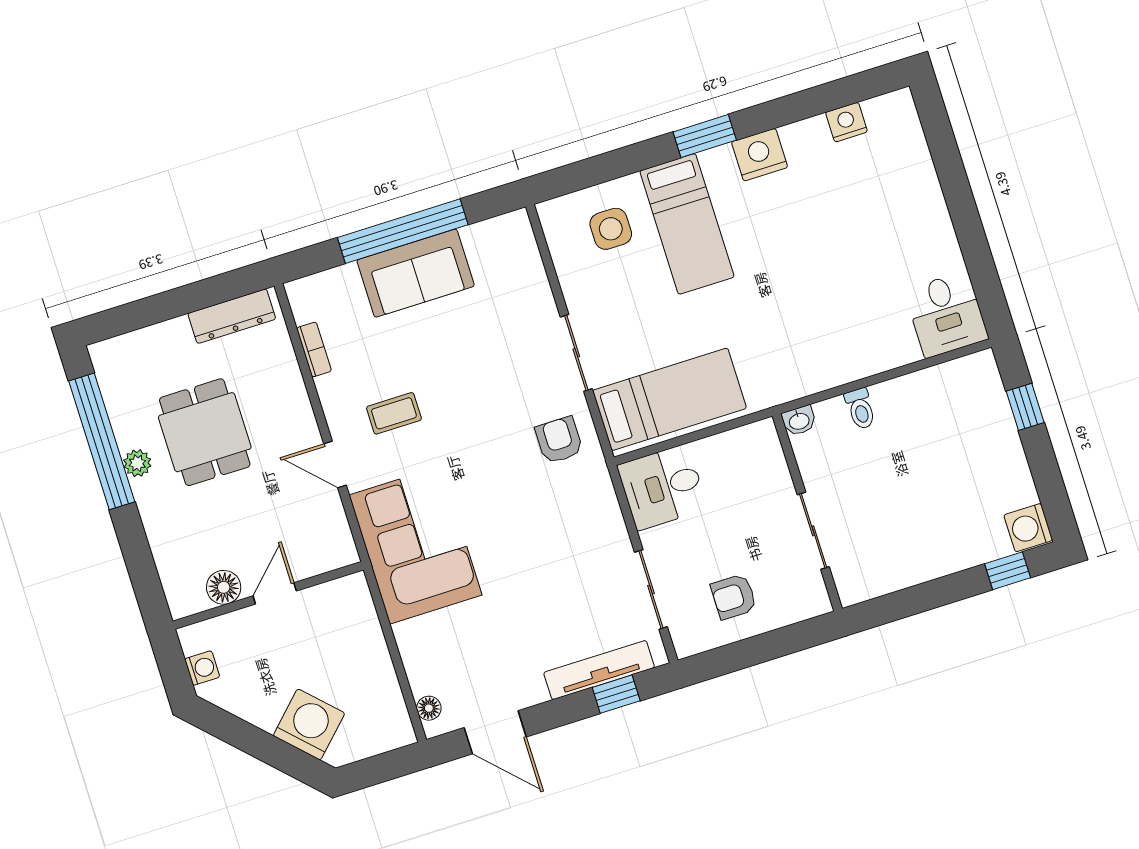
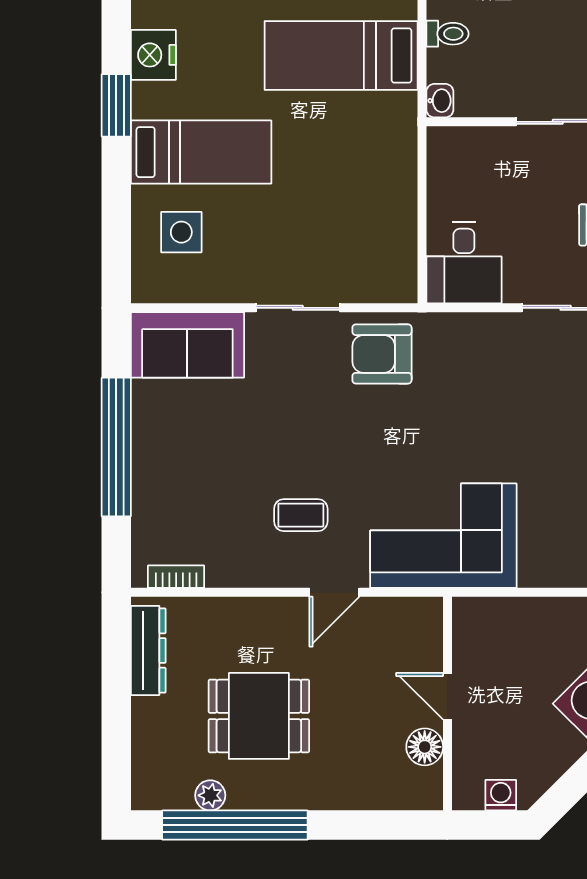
sofa: (416, 273) -> (187, 345), moved, turned 90
bookcase: (314, 349) -> (176, 577), moved
bed: (670, 399) -> (341, 56), moved, turned -90
coffee table: (394, 413) -> (301, 515), turned 90
armchair: (559, 440) -> (382, 354), width x1.38, depth x1.38
plant: (137, 463) -> (210, 795), moved

